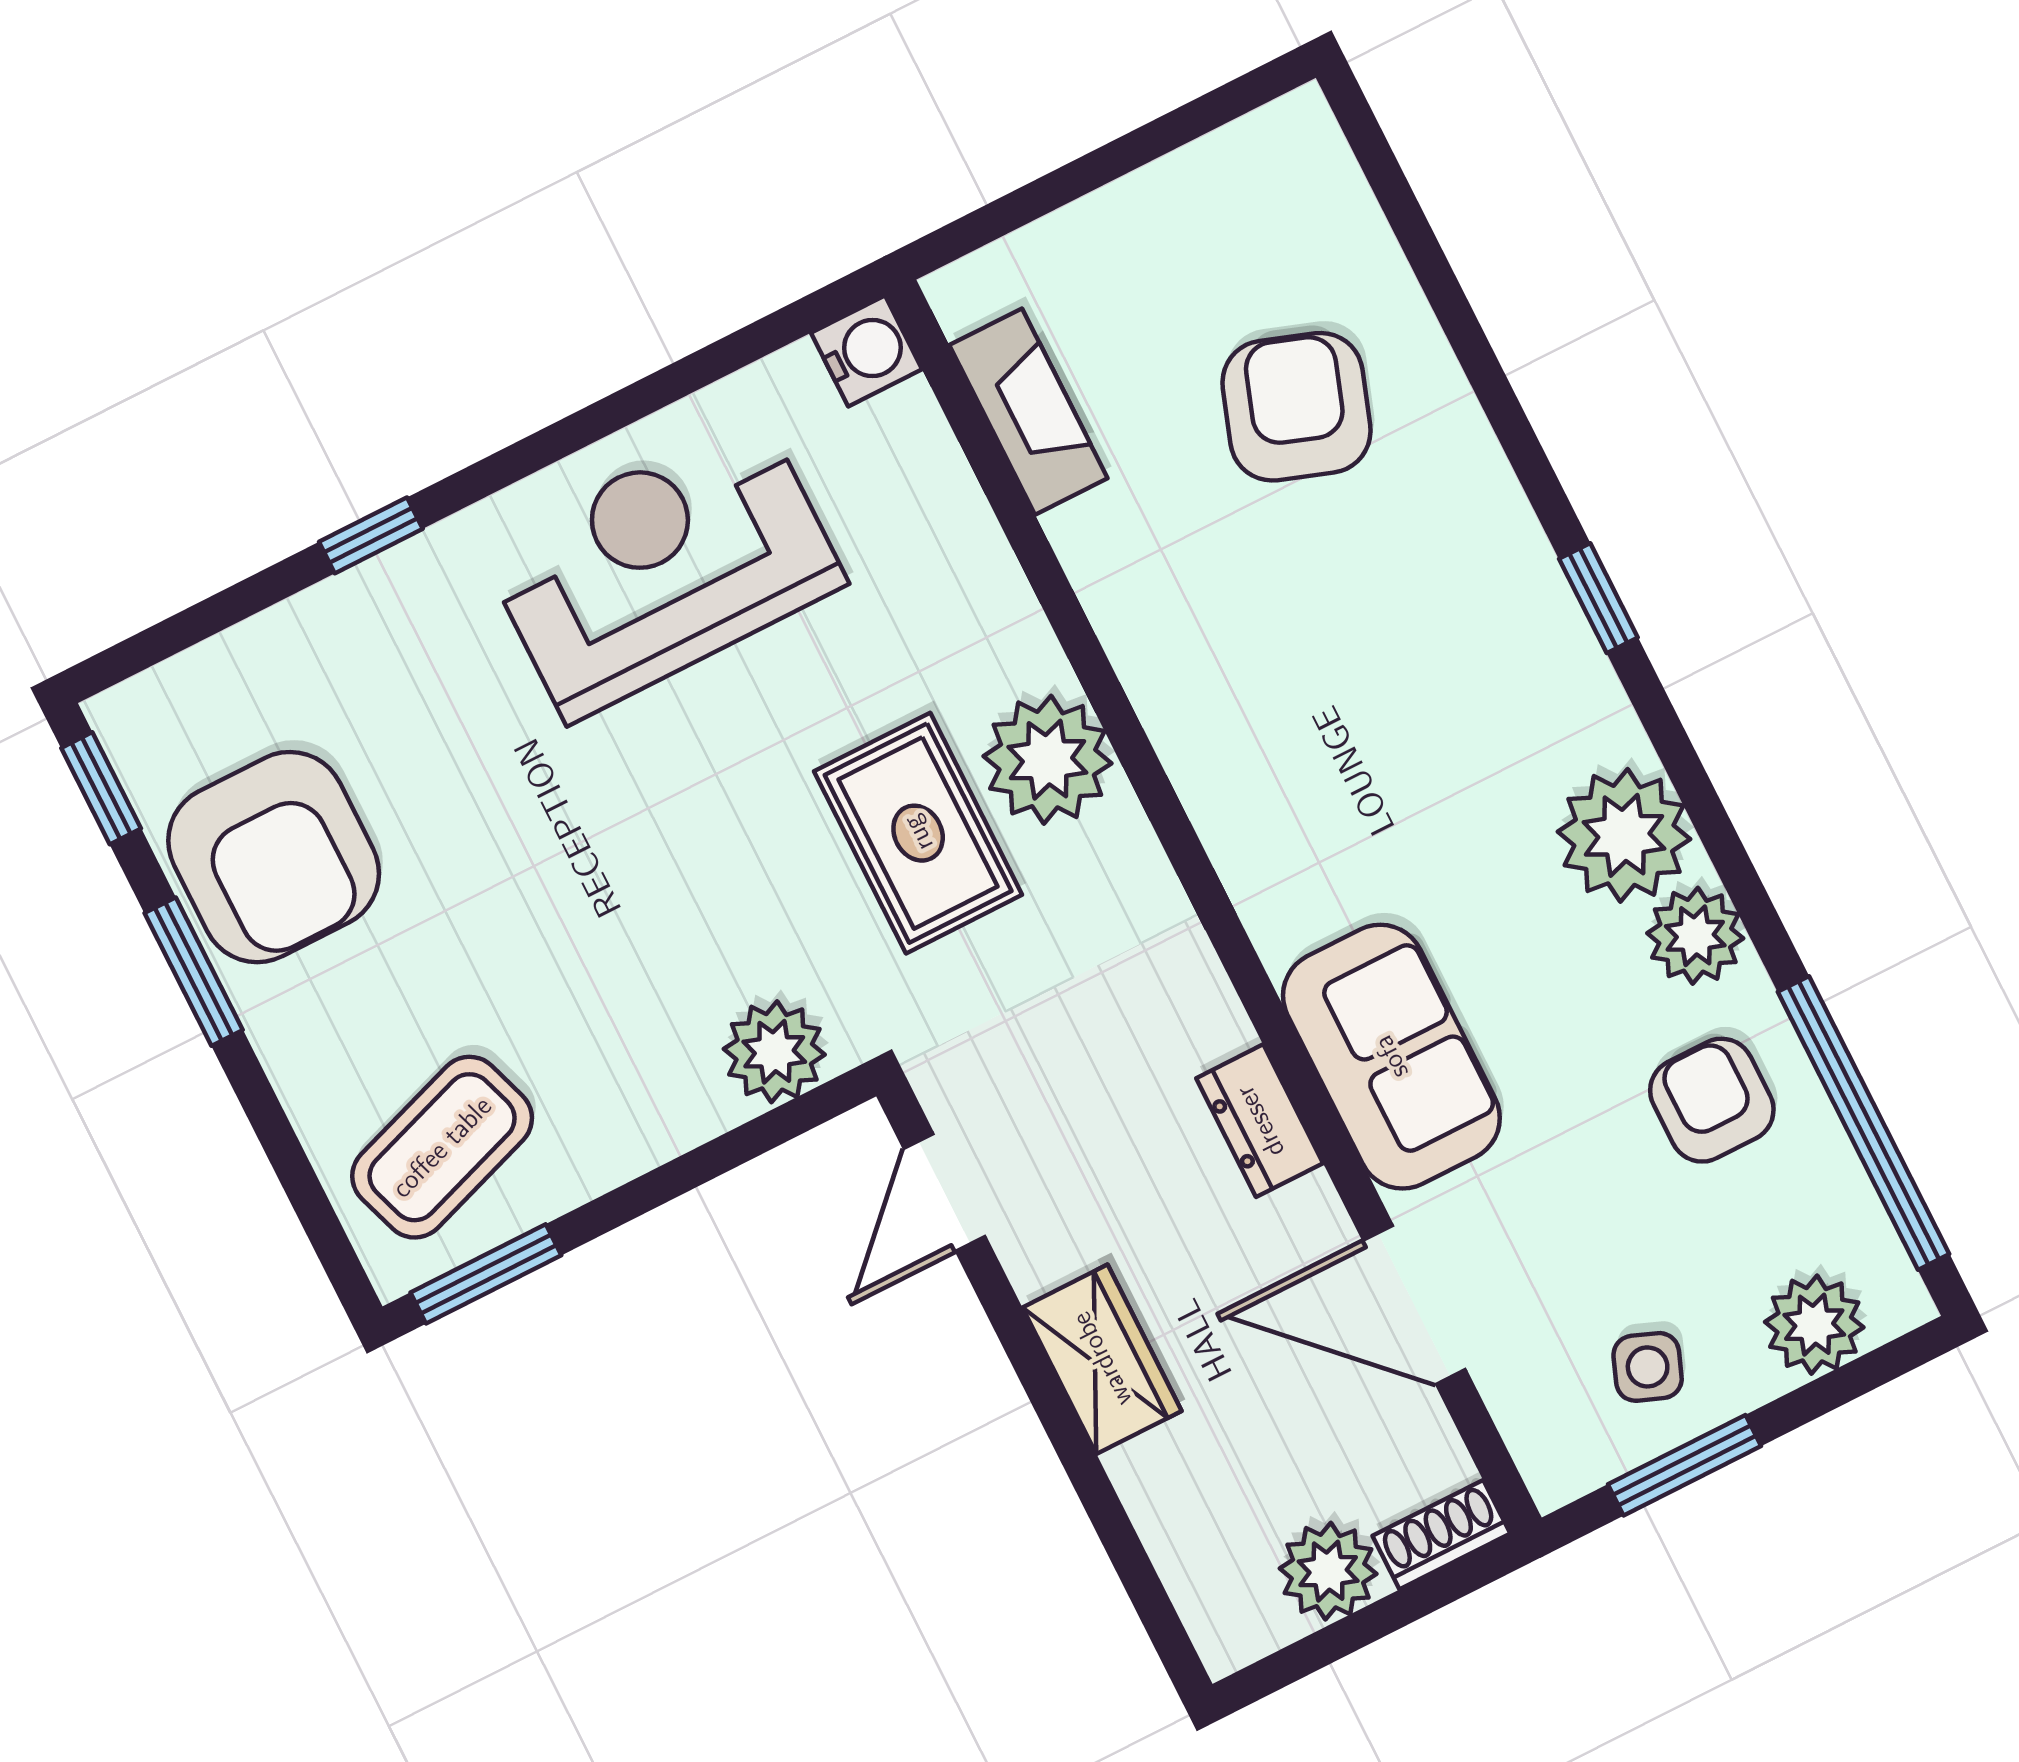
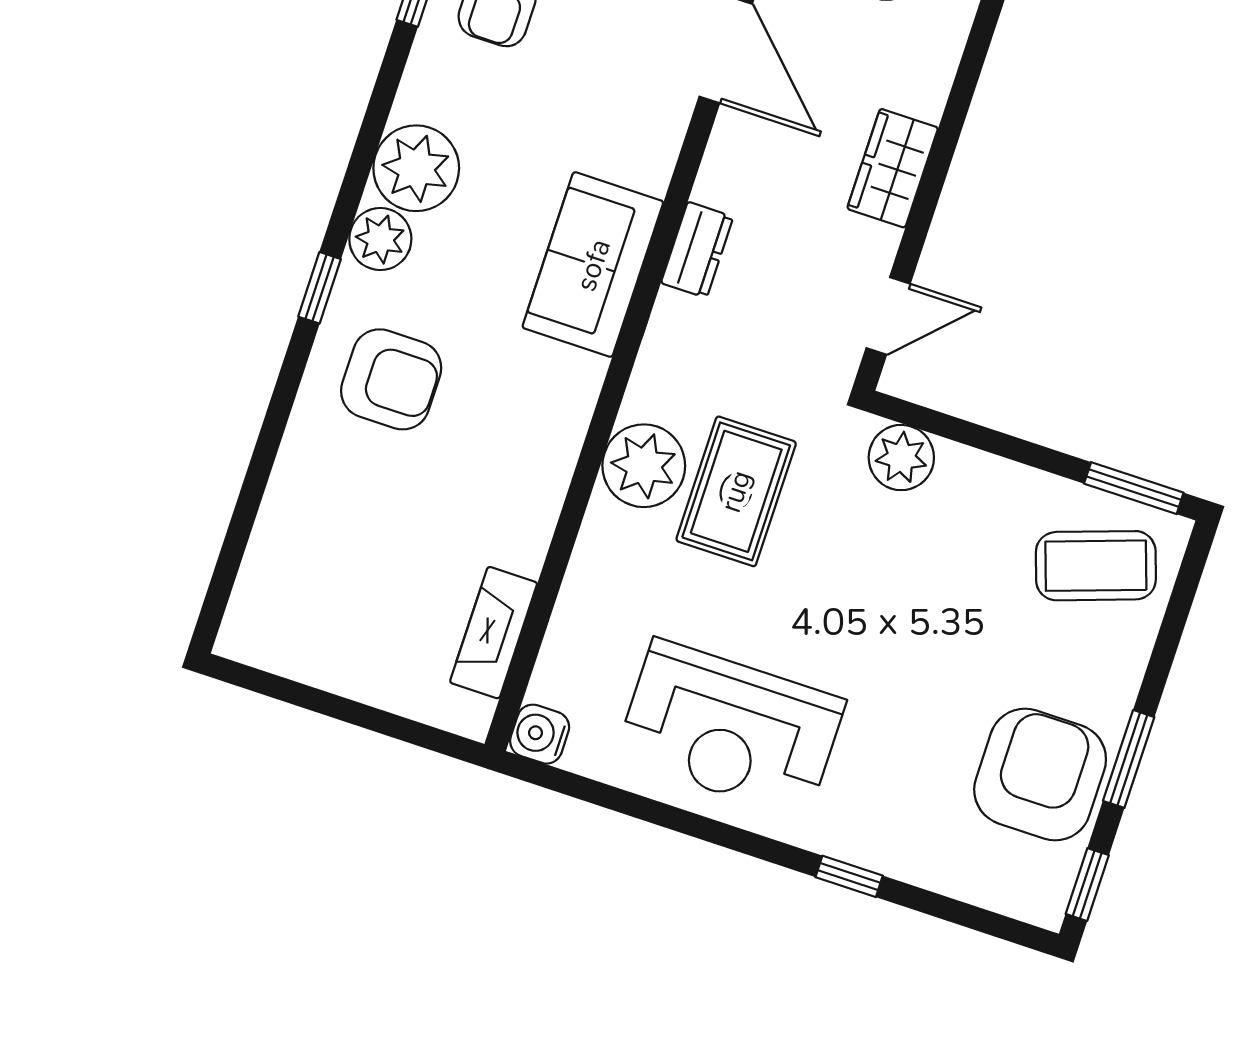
armchair: (1296, 407) -> (391, 379), moved, turned -109
plant: (1695, 936) -> (380, 239), moved
sofa: (1391, 1057) -> (593, 265), moved
dresser: (1260, 1121) -> (697, 250), moved

